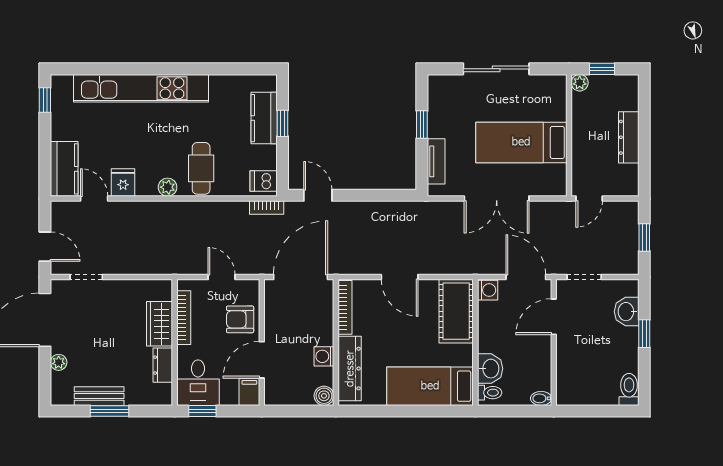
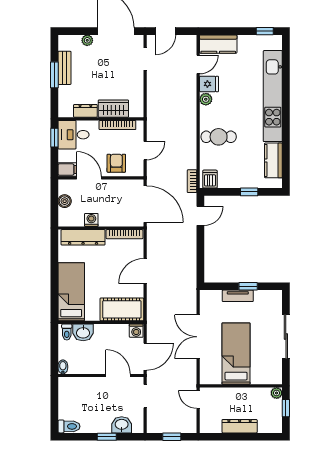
kitchen counter: (264, 118) -> (273, 160), moved, turned -90
tv unit: (436, 161) -> (238, 296), moved
plant: (168, 187) -> (206, 99), moved
boiler: (324, 396) -> (65, 201), moved

